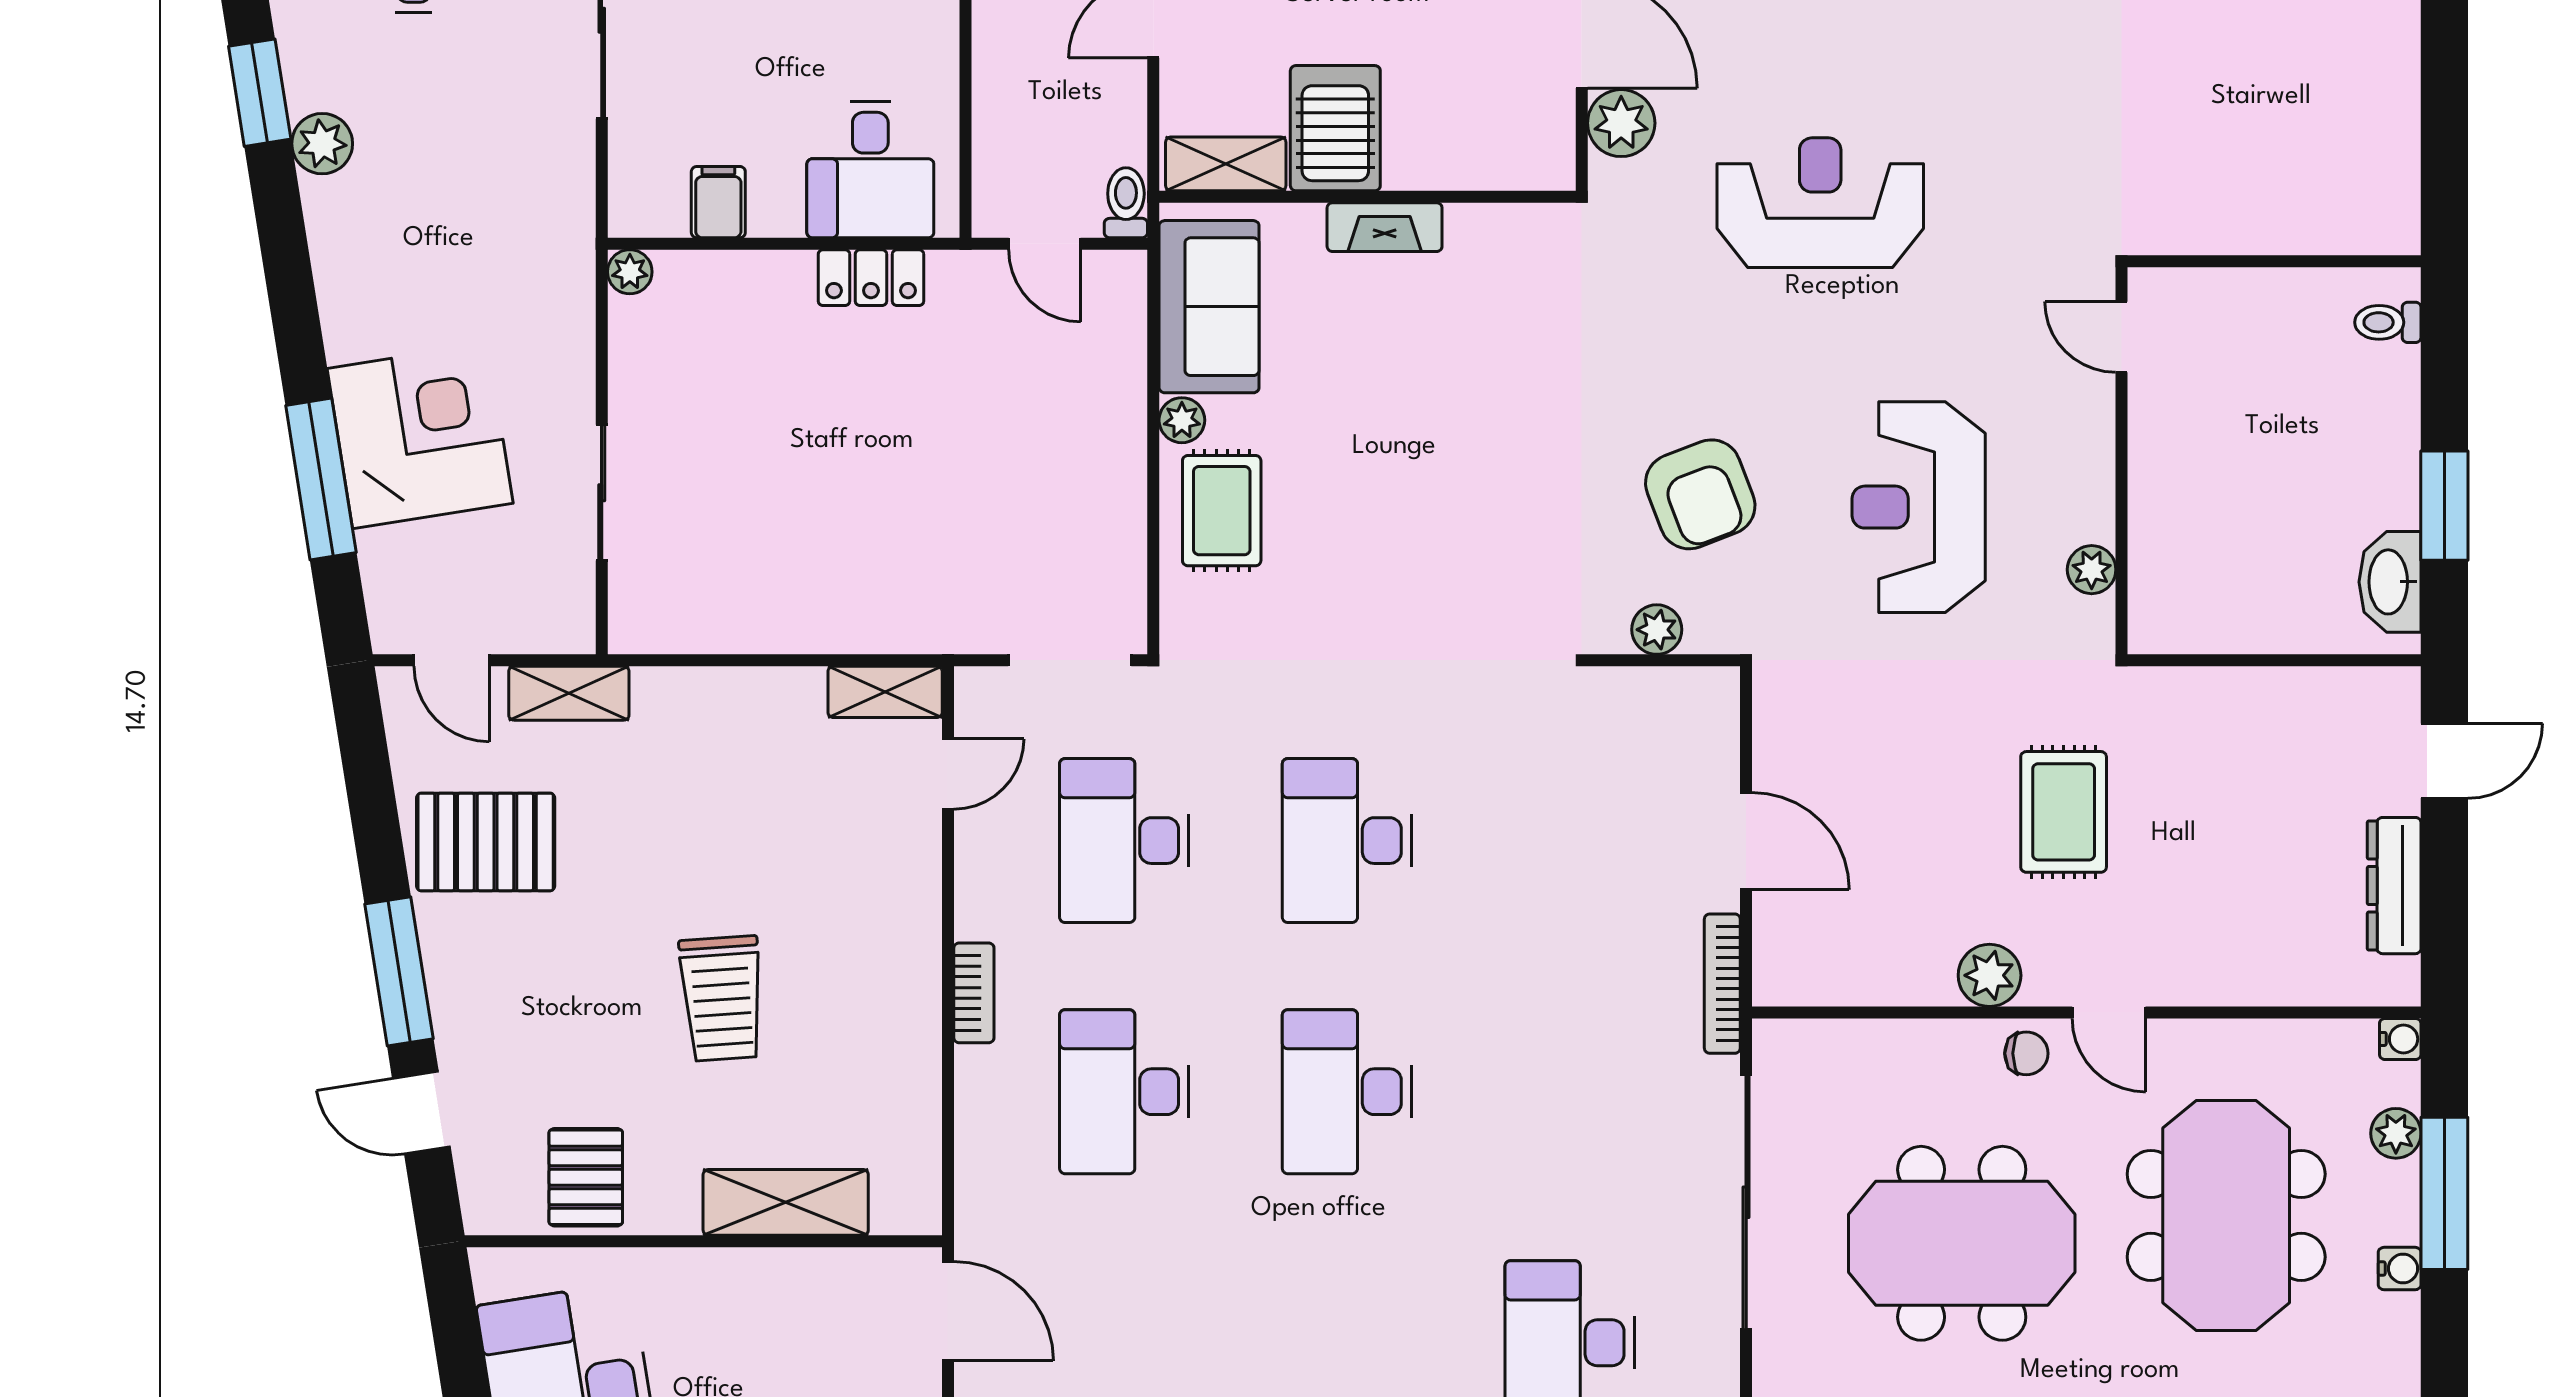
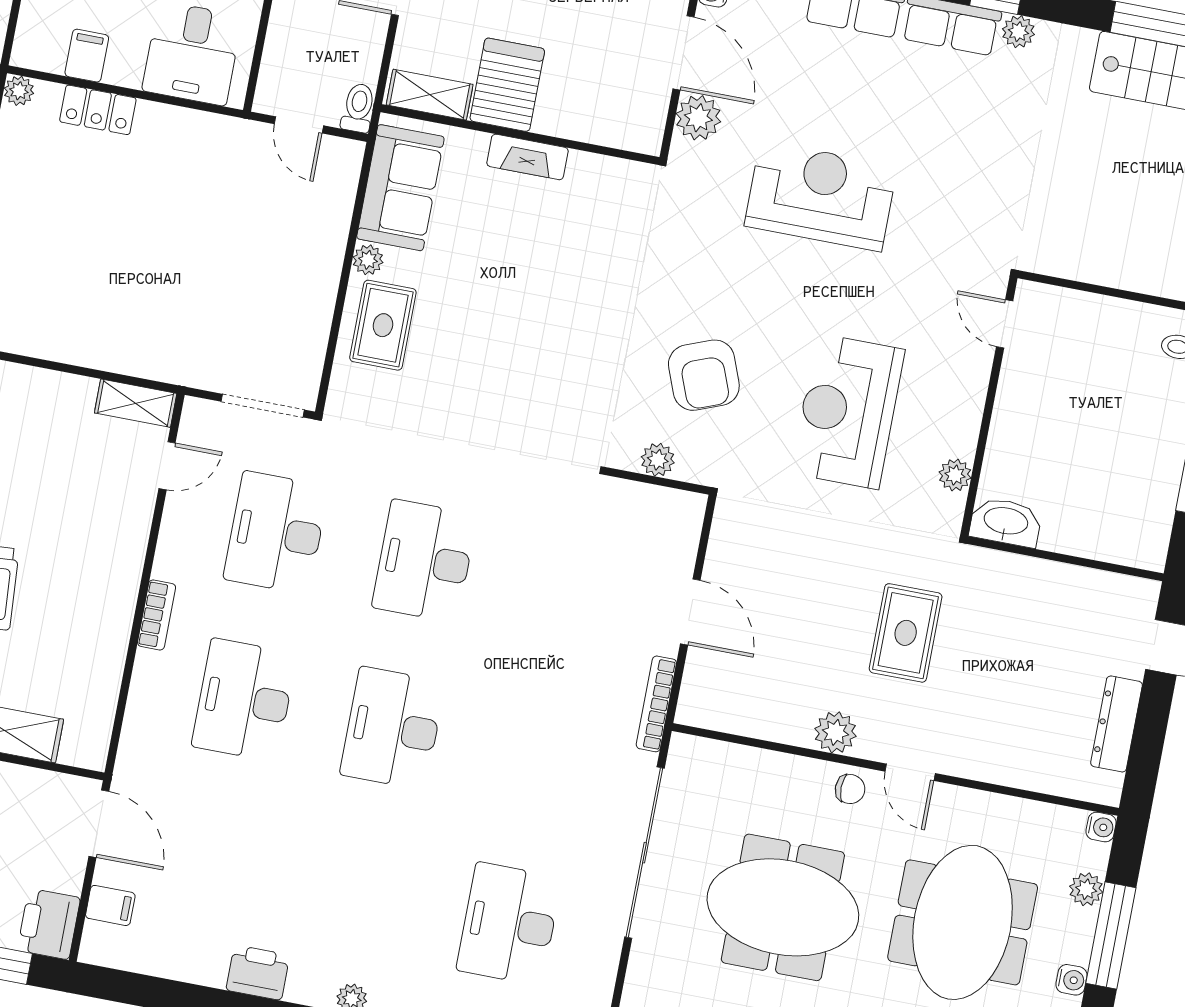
locker: (871, 278) -> (98, 110), moved
washbasin: (2390, 582) -> (1006, 522), moved, turned 90

